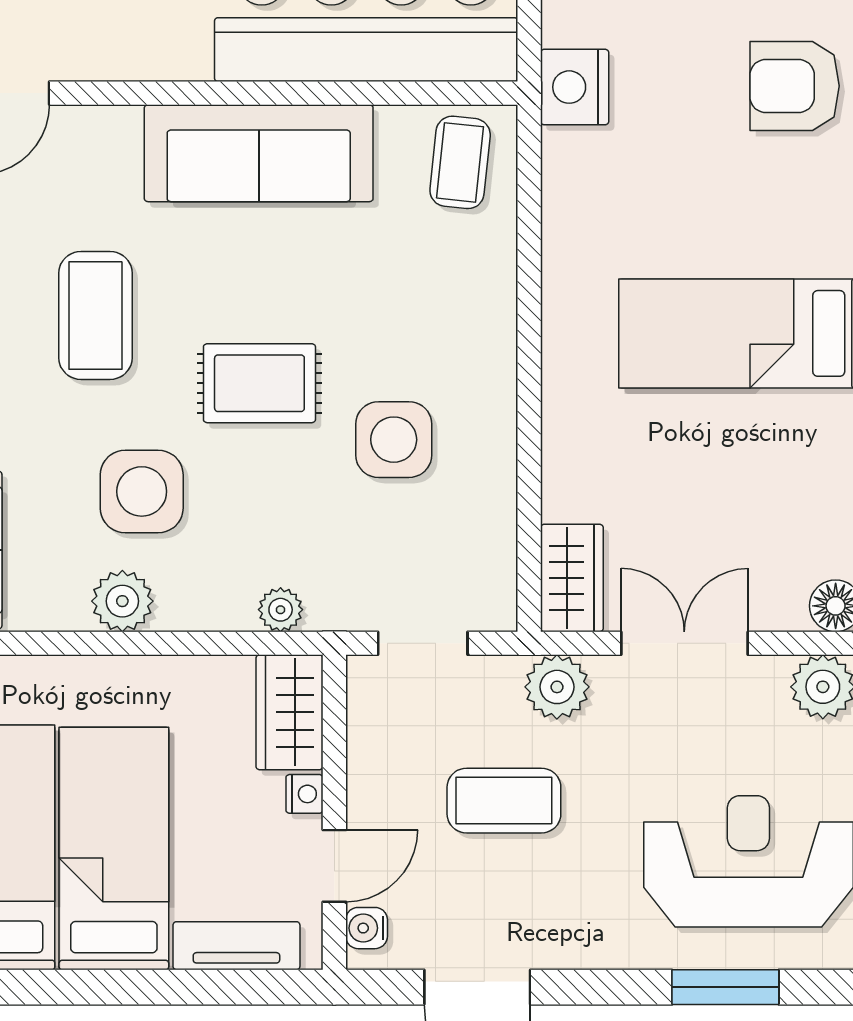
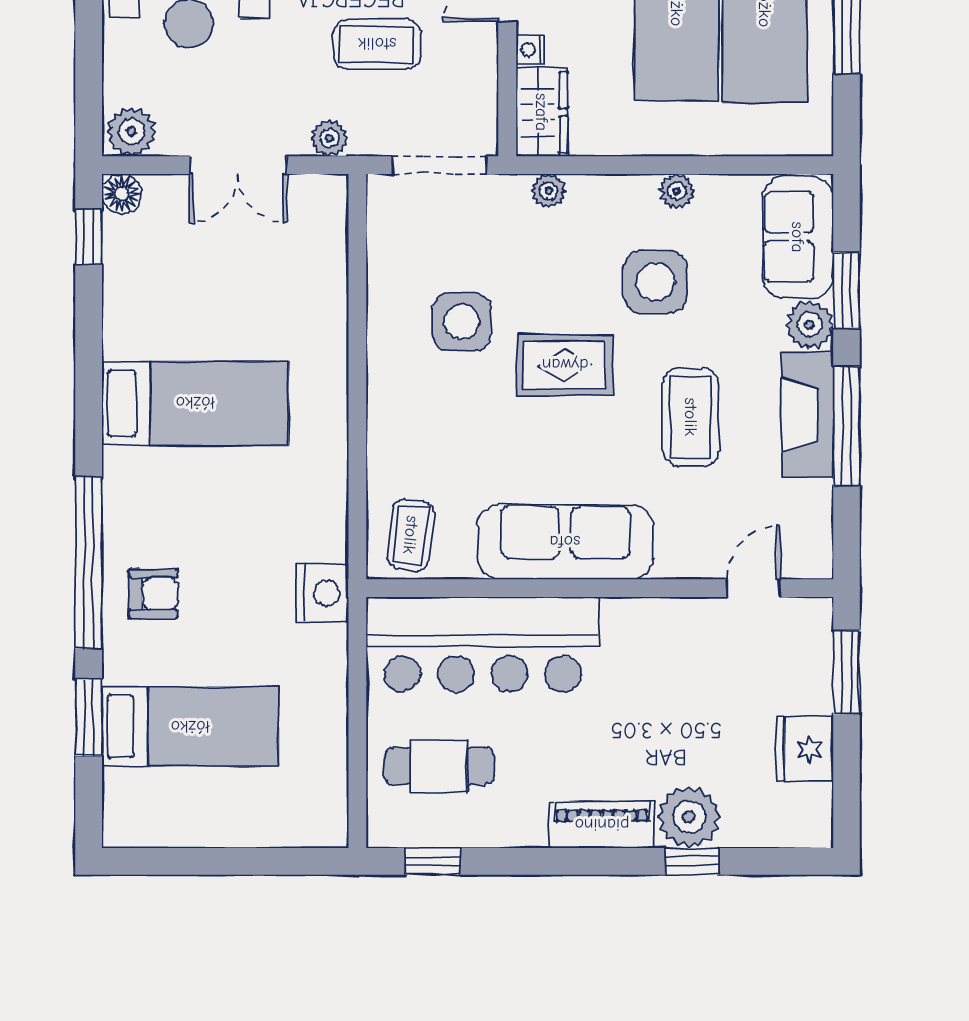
armchair: (795, 86) -> (153, 594), width x0.72, depth x0.72
wardrobe: (572, 578) -> (325, 215), removed
plant: (122, 601) -> (677, 191), width x0.73, depth x0.73
doorway: (423, 643) -> (439, 165), width x1.38
plant: (557, 687) -> (329, 138), width x0.73, depth x0.73

